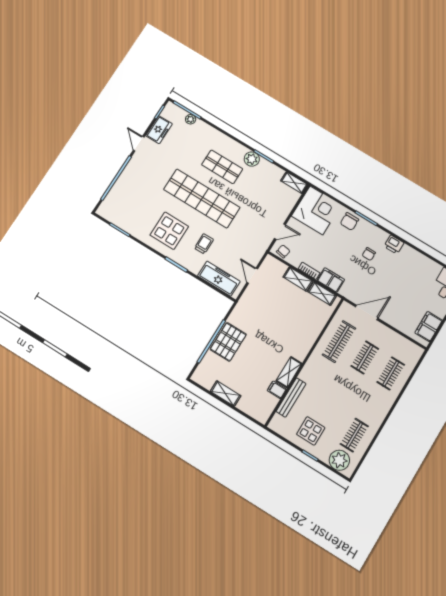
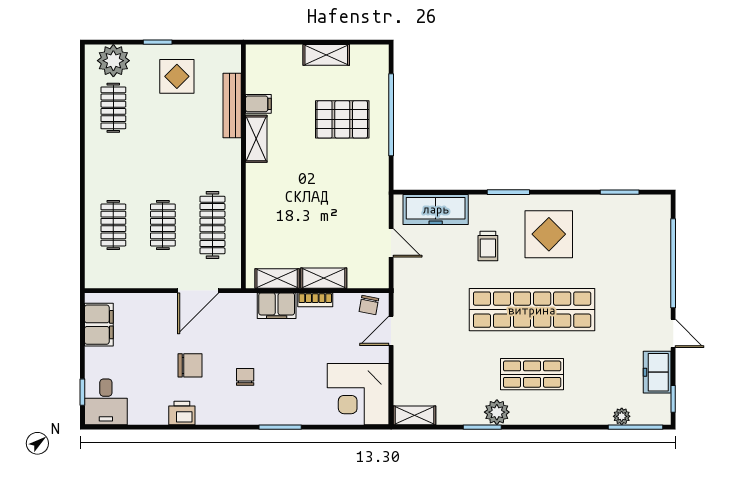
chair: (349, 221) -> (190, 365), moved, turned 90
printer: (394, 245) -> (182, 413), moved
pallet: (228, 342) -> (342, 119), moved, turned 90

